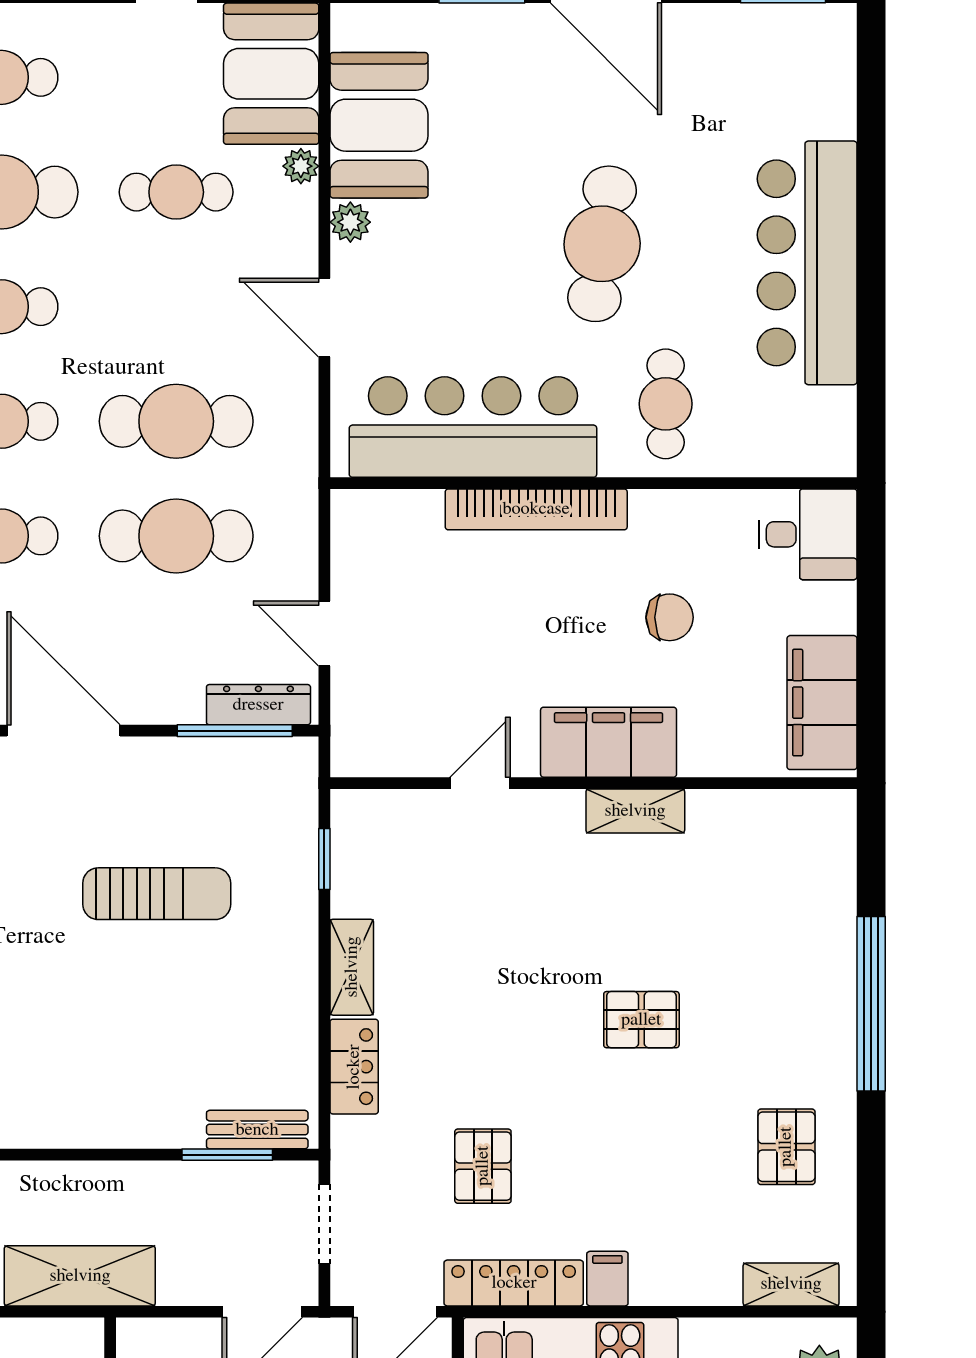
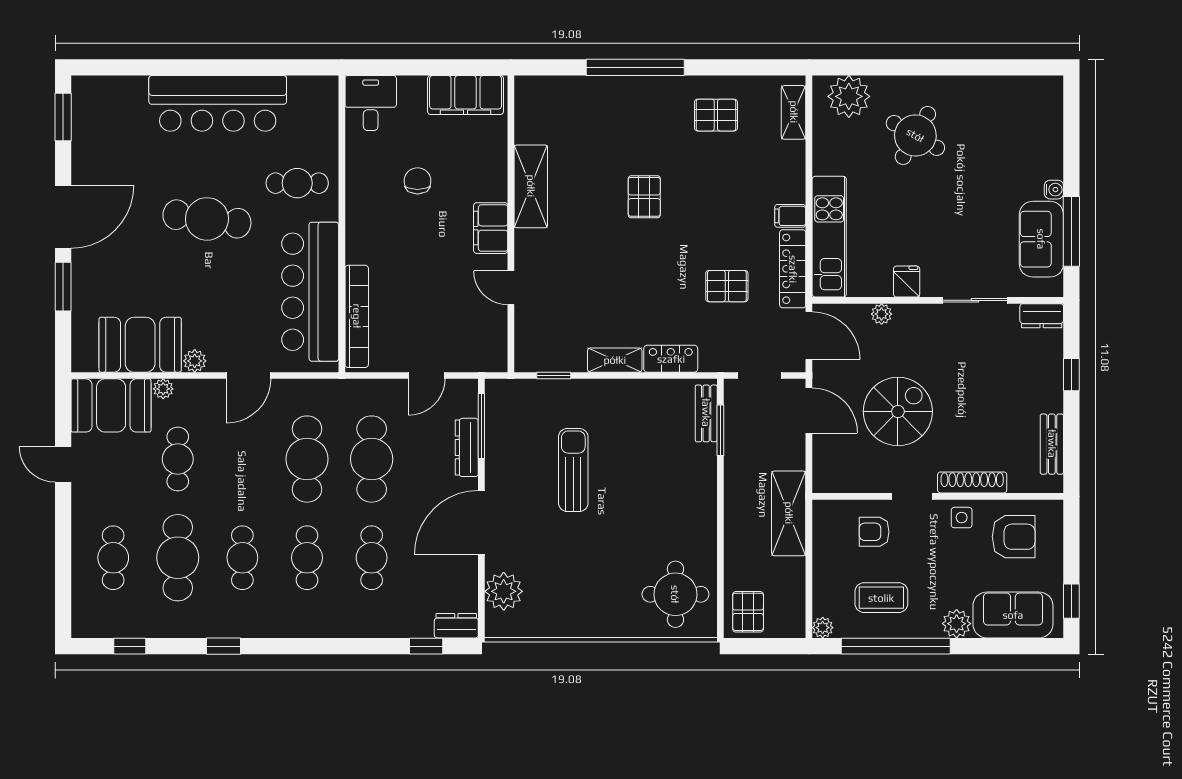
bookcase: (536, 509) -> (357, 316), moved
dresser: (258, 705) -> (467, 447), moved
filing cabinet: (609, 742) -> (491, 228), width x0.67, depth x0.86
shelving: (635, 811) -> (531, 186), width x1.50, depth x1.33

